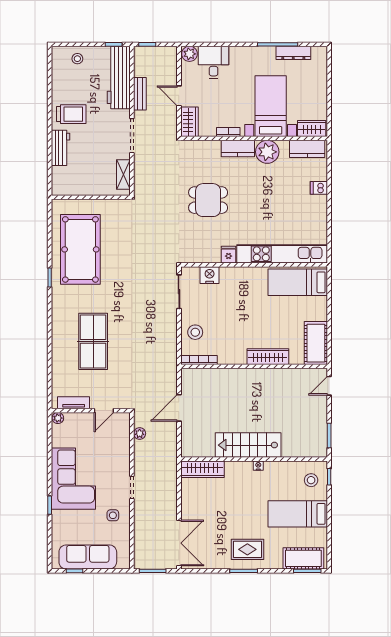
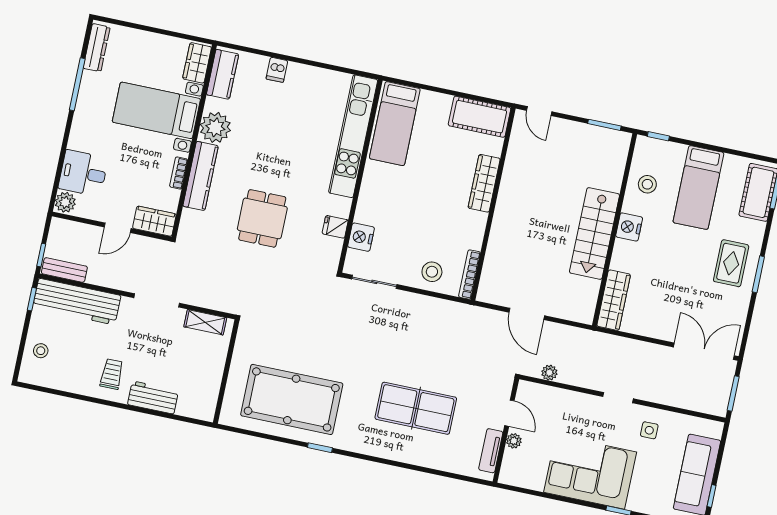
dresser: (293, 53) -> (97, 48), moved
bench: (140, 94) -> (64, 270), moved
trolley: (71, 114) -> (112, 374), width x0.73, depth x0.72
kitchen counter: (238, 149) -> (201, 176), width x1.50
fridge: (229, 255) -> (335, 227), moved
plant: (58, 418) -> (514, 441), moved
nightstand: (258, 466) -> (629, 227), width x1.89, depth x1.79
stool: (311, 480) -> (647, 184), moved

